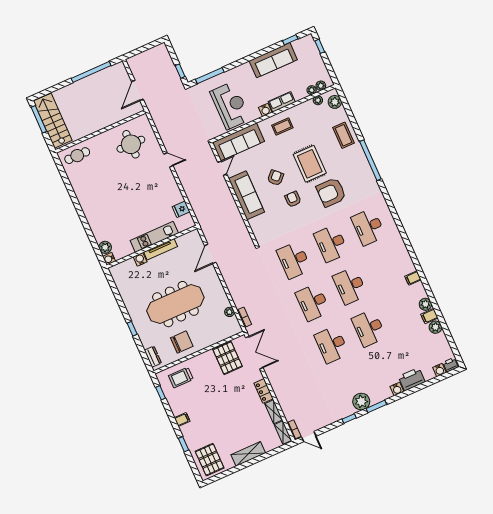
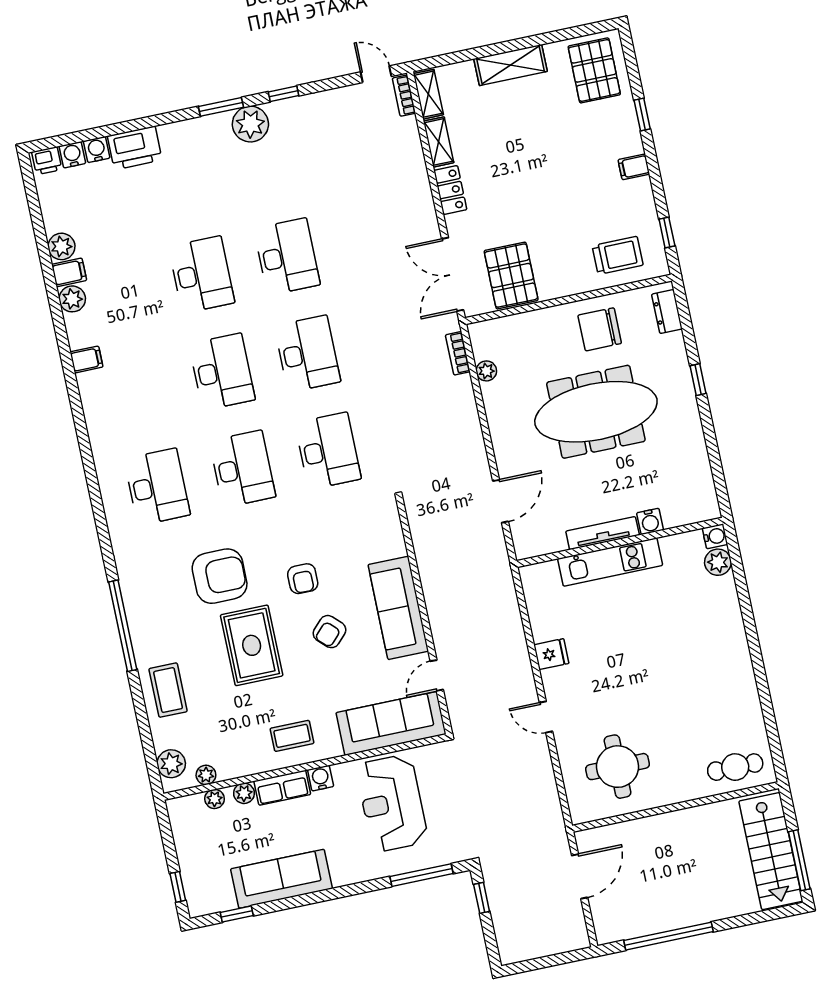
plant: (321, 86) -> (244, 793), moved
fridge: (181, 209) -> (551, 654), moved
water cooler: (397, 389) -> (97, 150), moved

